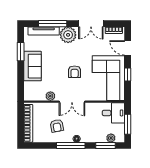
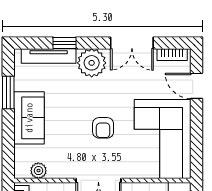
window: (53, 24) -> (65, 43), width x0.46
window: (128, 75) -> (197, 133), removed
plant: (50, 96) -> (38, 171), moved

